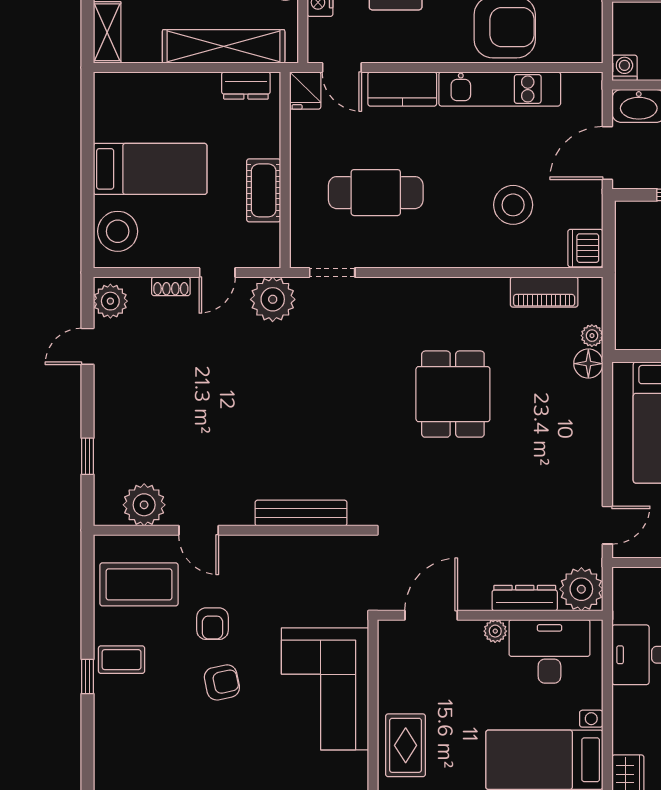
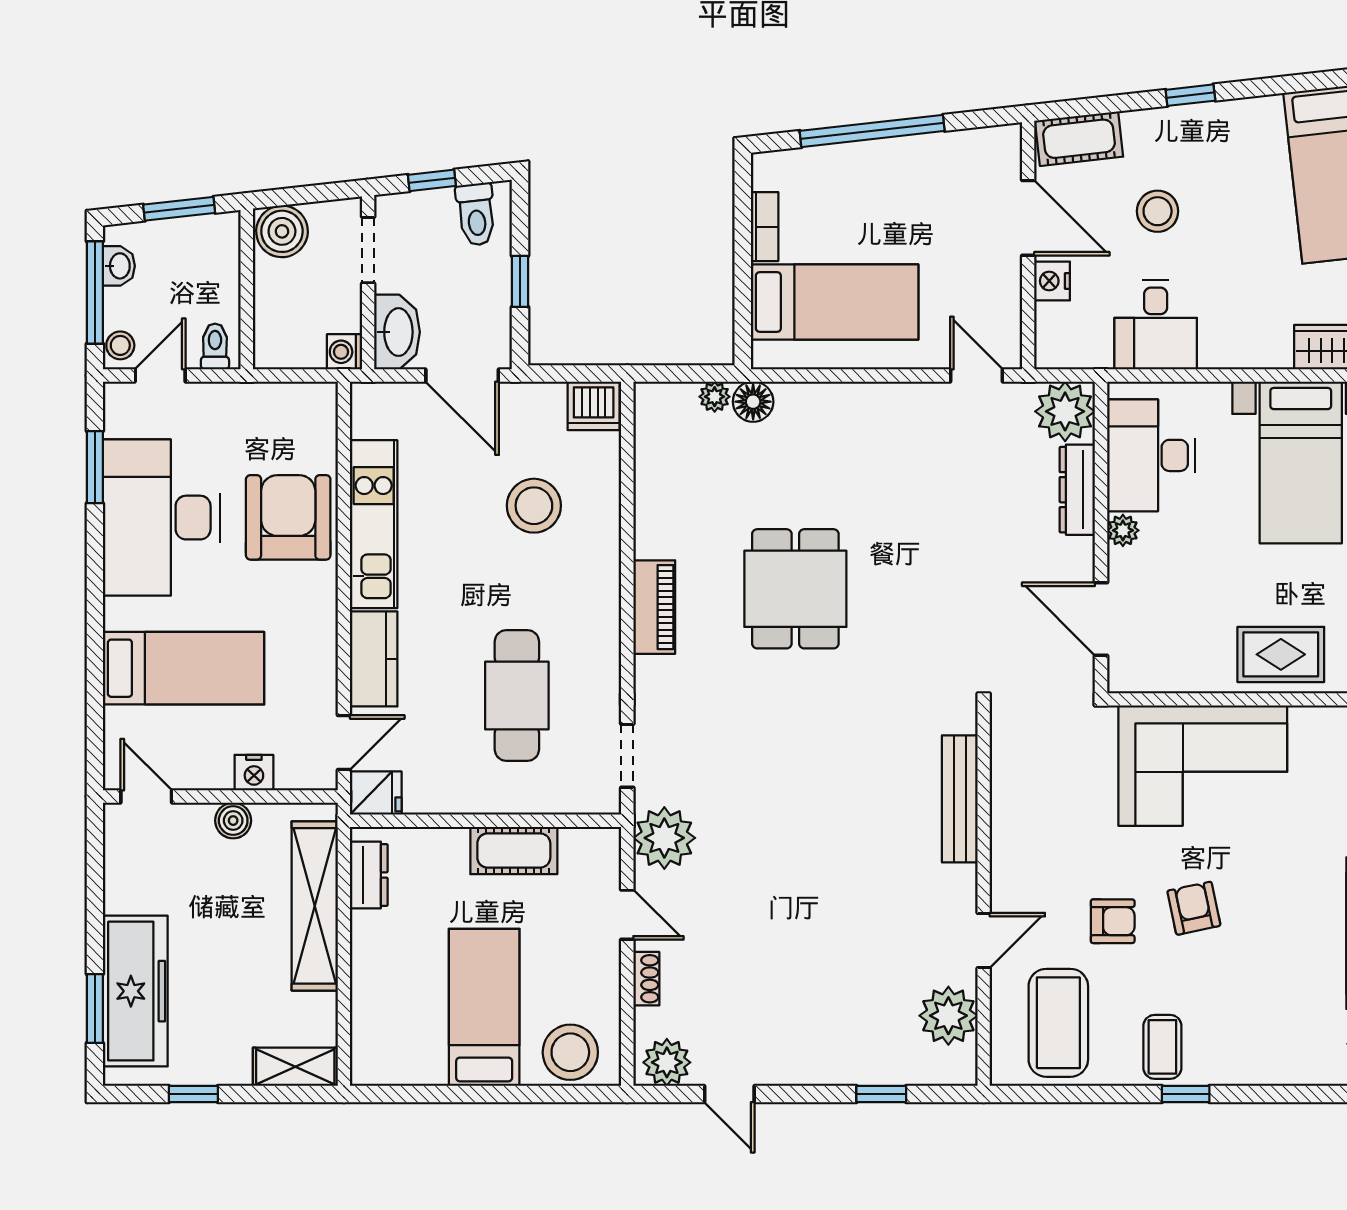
piano: (544, 292) -> (654, 607), moved
dining table: (453, 394) -> (795, 589), turned 90

